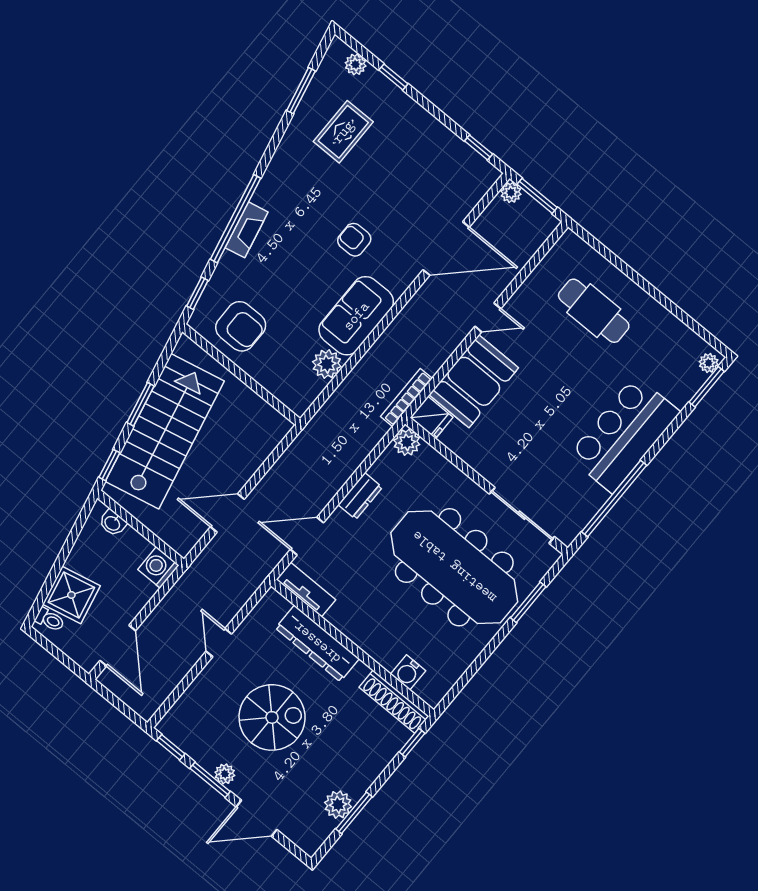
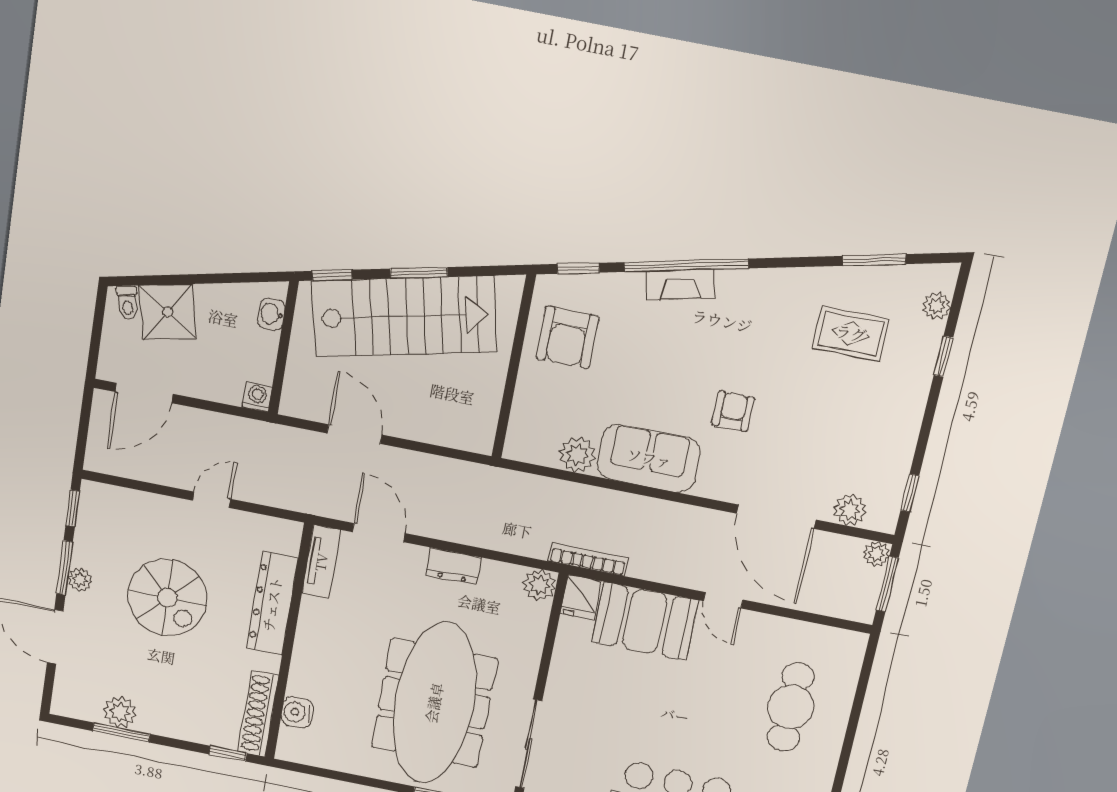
plant: (469, 195) -> (850, 510), added
washing machine: (158, 567) -> (257, 397), width x0.73, depth x0.73

